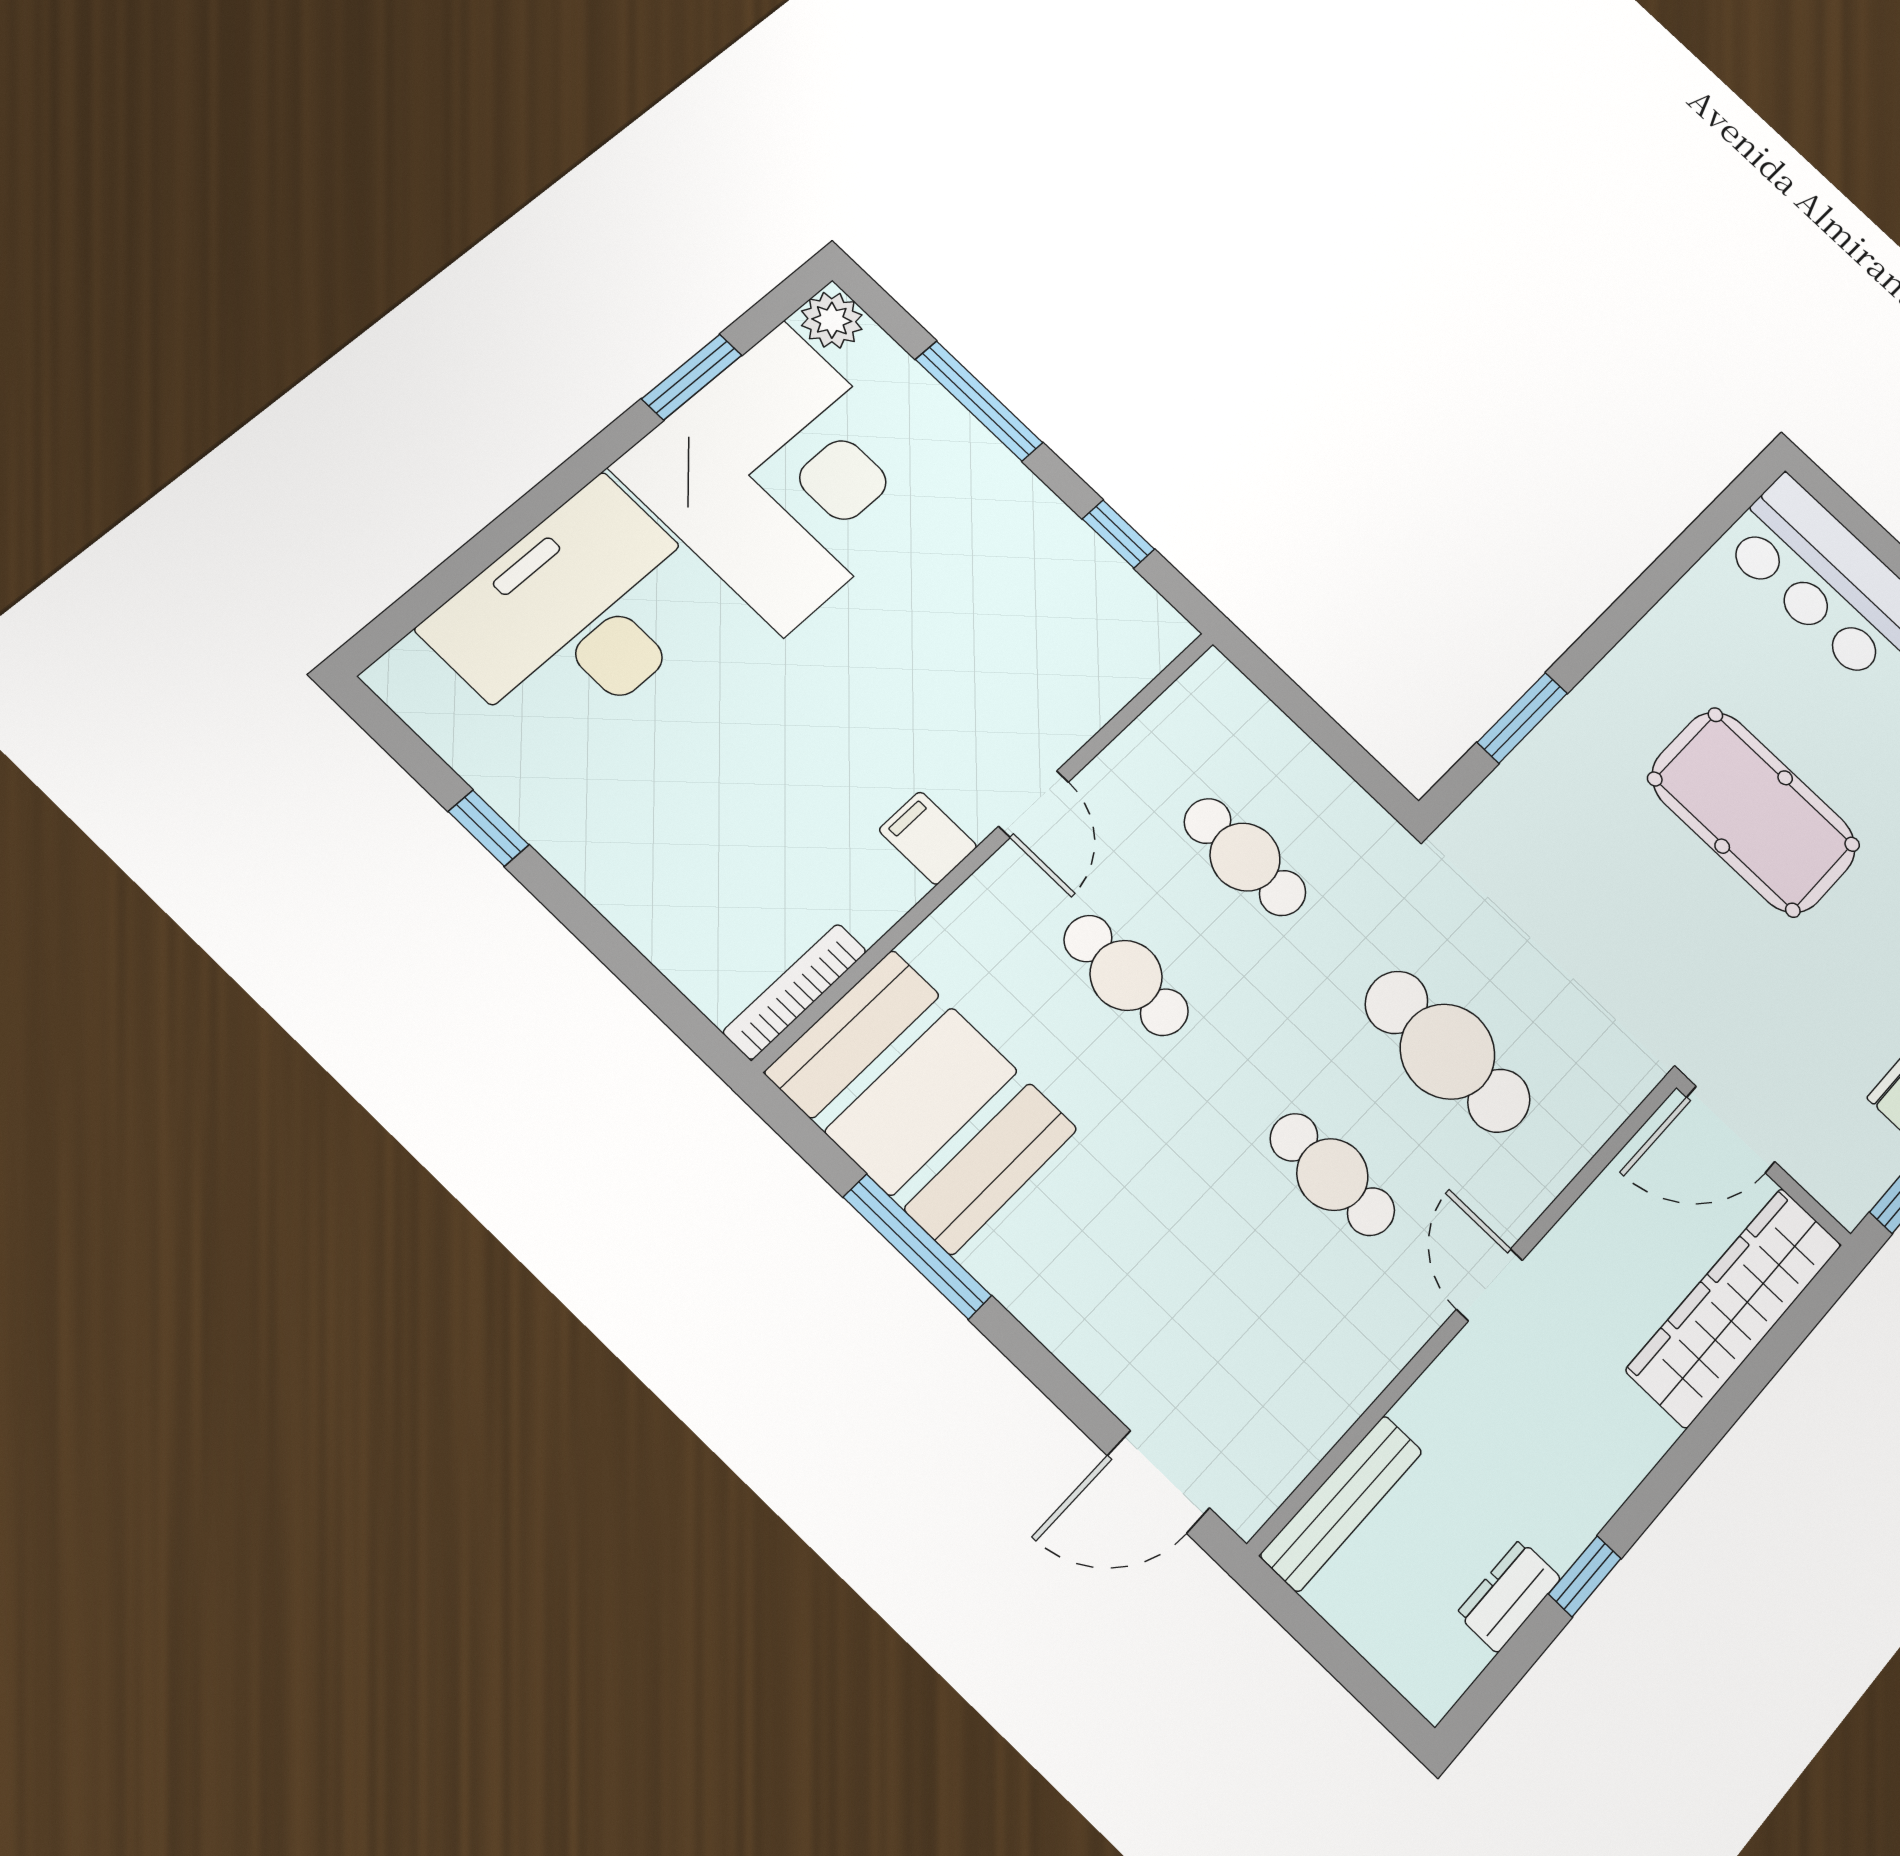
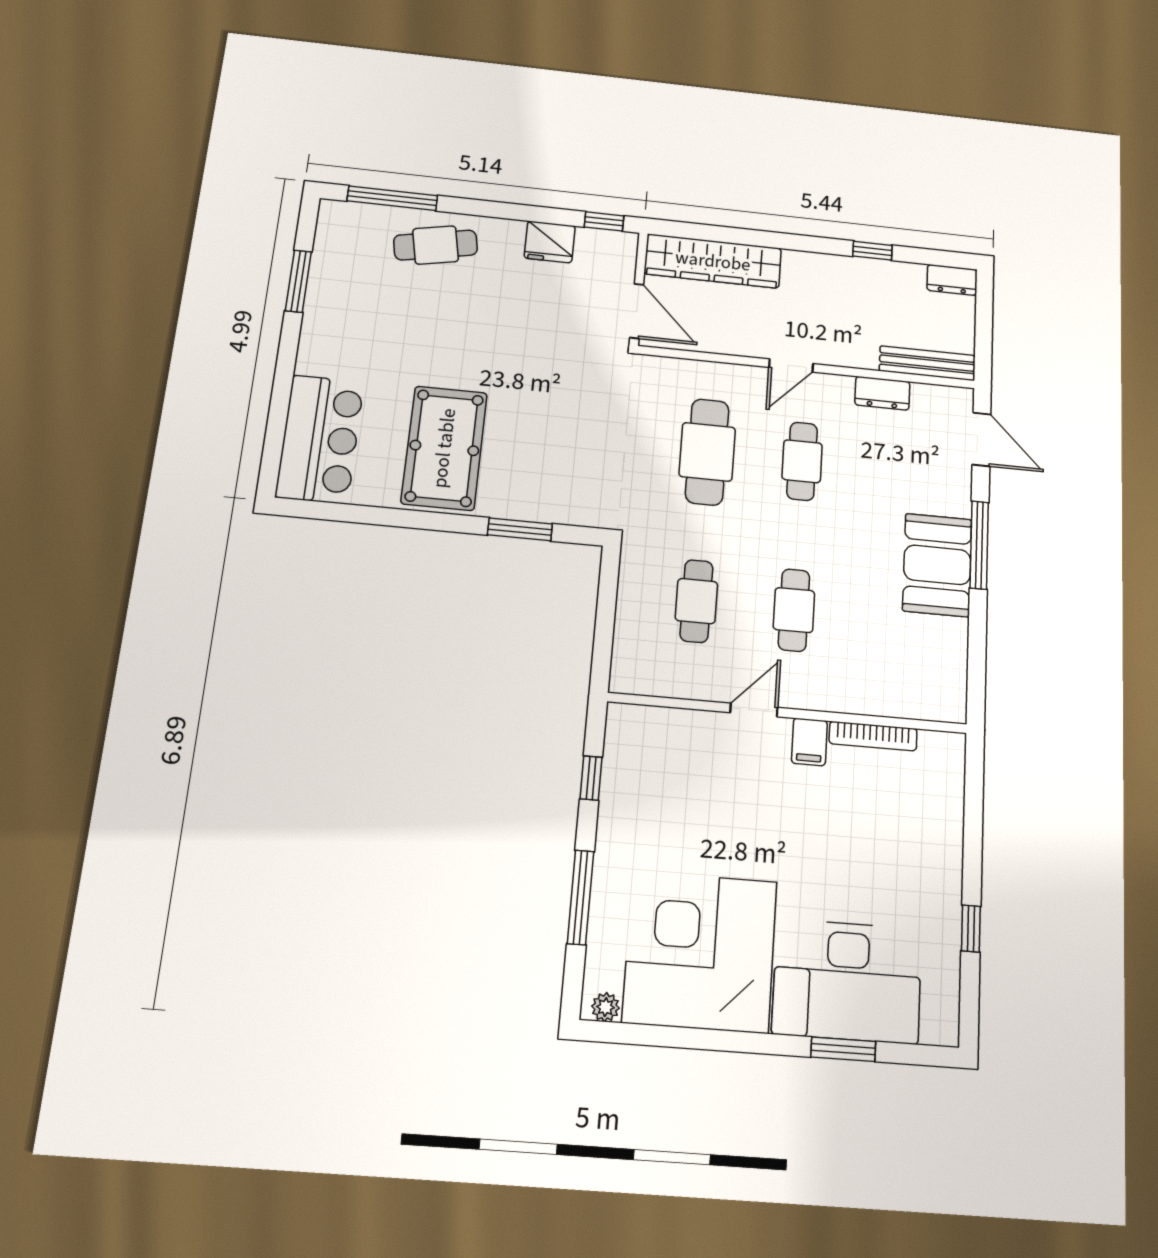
plant: (832, 320) -> (605, 1007), width x0.73, depth x0.73
window: (692, 377) -> (843, 1049), moved
pool table: (1754, 812) -> (444, 448), moved
bookcase: (795, 991) -> (873, 736), moved
booth: (922, 1101) -> (937, 565), moved, width x0.73, depth x0.70
window: (917, 1246) -> (979, 545), moved
dresser: (1346, 1388) -> (882, 393), added
dresser: (1509, 1596) -> (952, 280), moved

